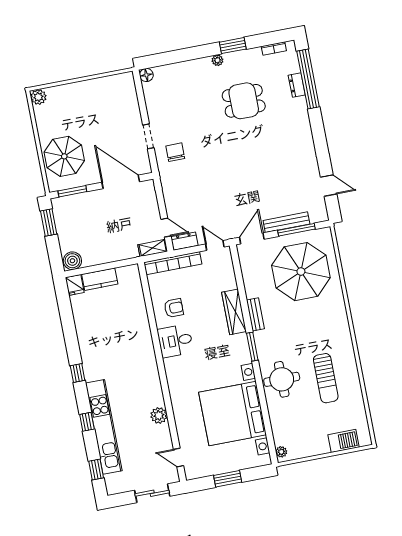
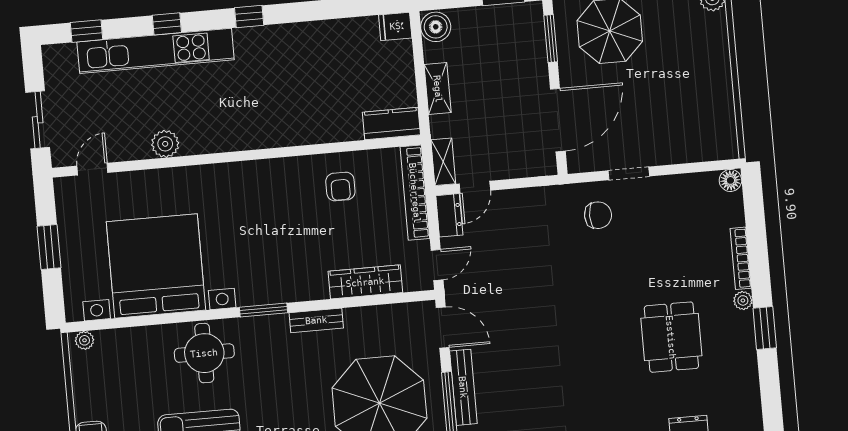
bookcase: (274, 48) -> (741, 258), moved, width x1.56
shelving: (109, 256) -> (438, 89), added
kitchen counter: (100, 279) -> (391, 124), moved, turned 90
wardrobe: (234, 312) -> (365, 282), moved
desk: (175, 341) -> (286, 184), removed

